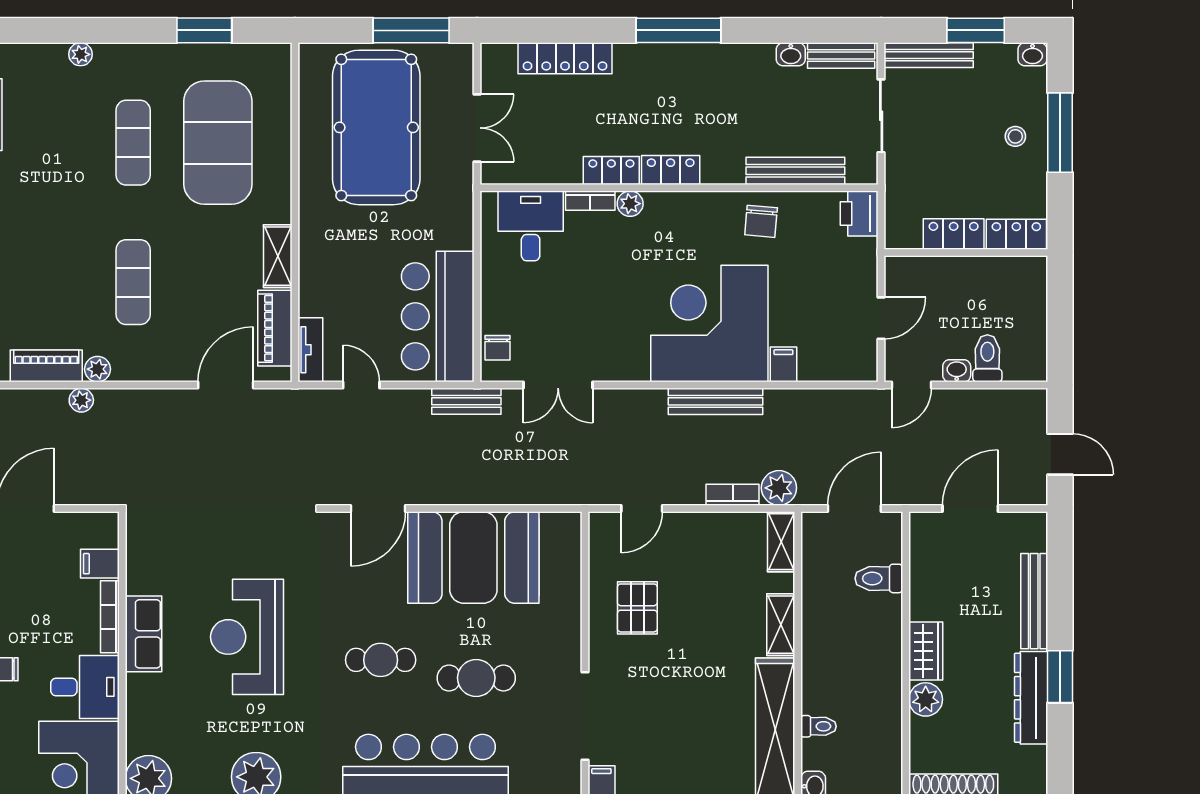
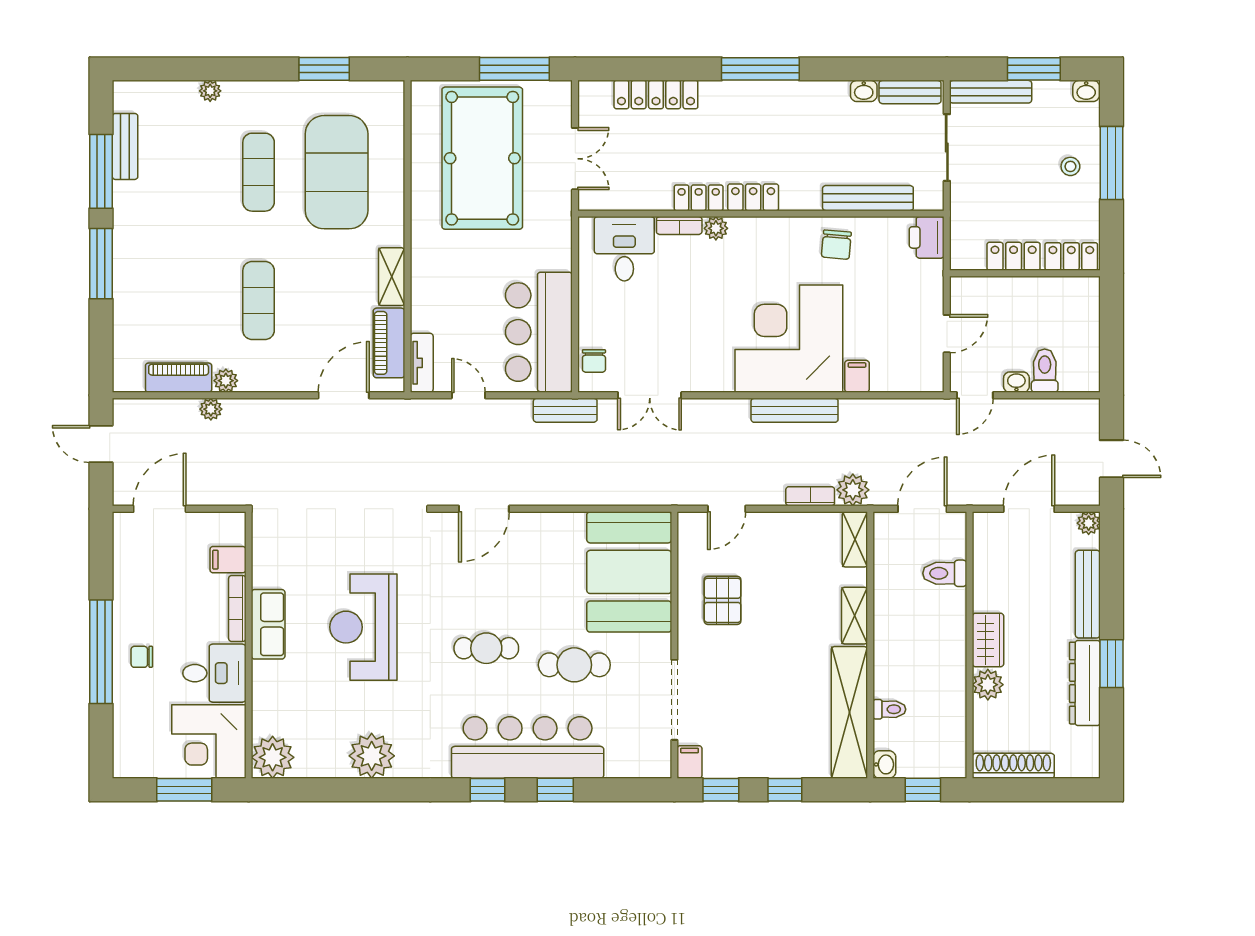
plant: (1035, 524) -> (1089, 523), added
booth: (473, 557) -> (629, 572), moved, turned 90

